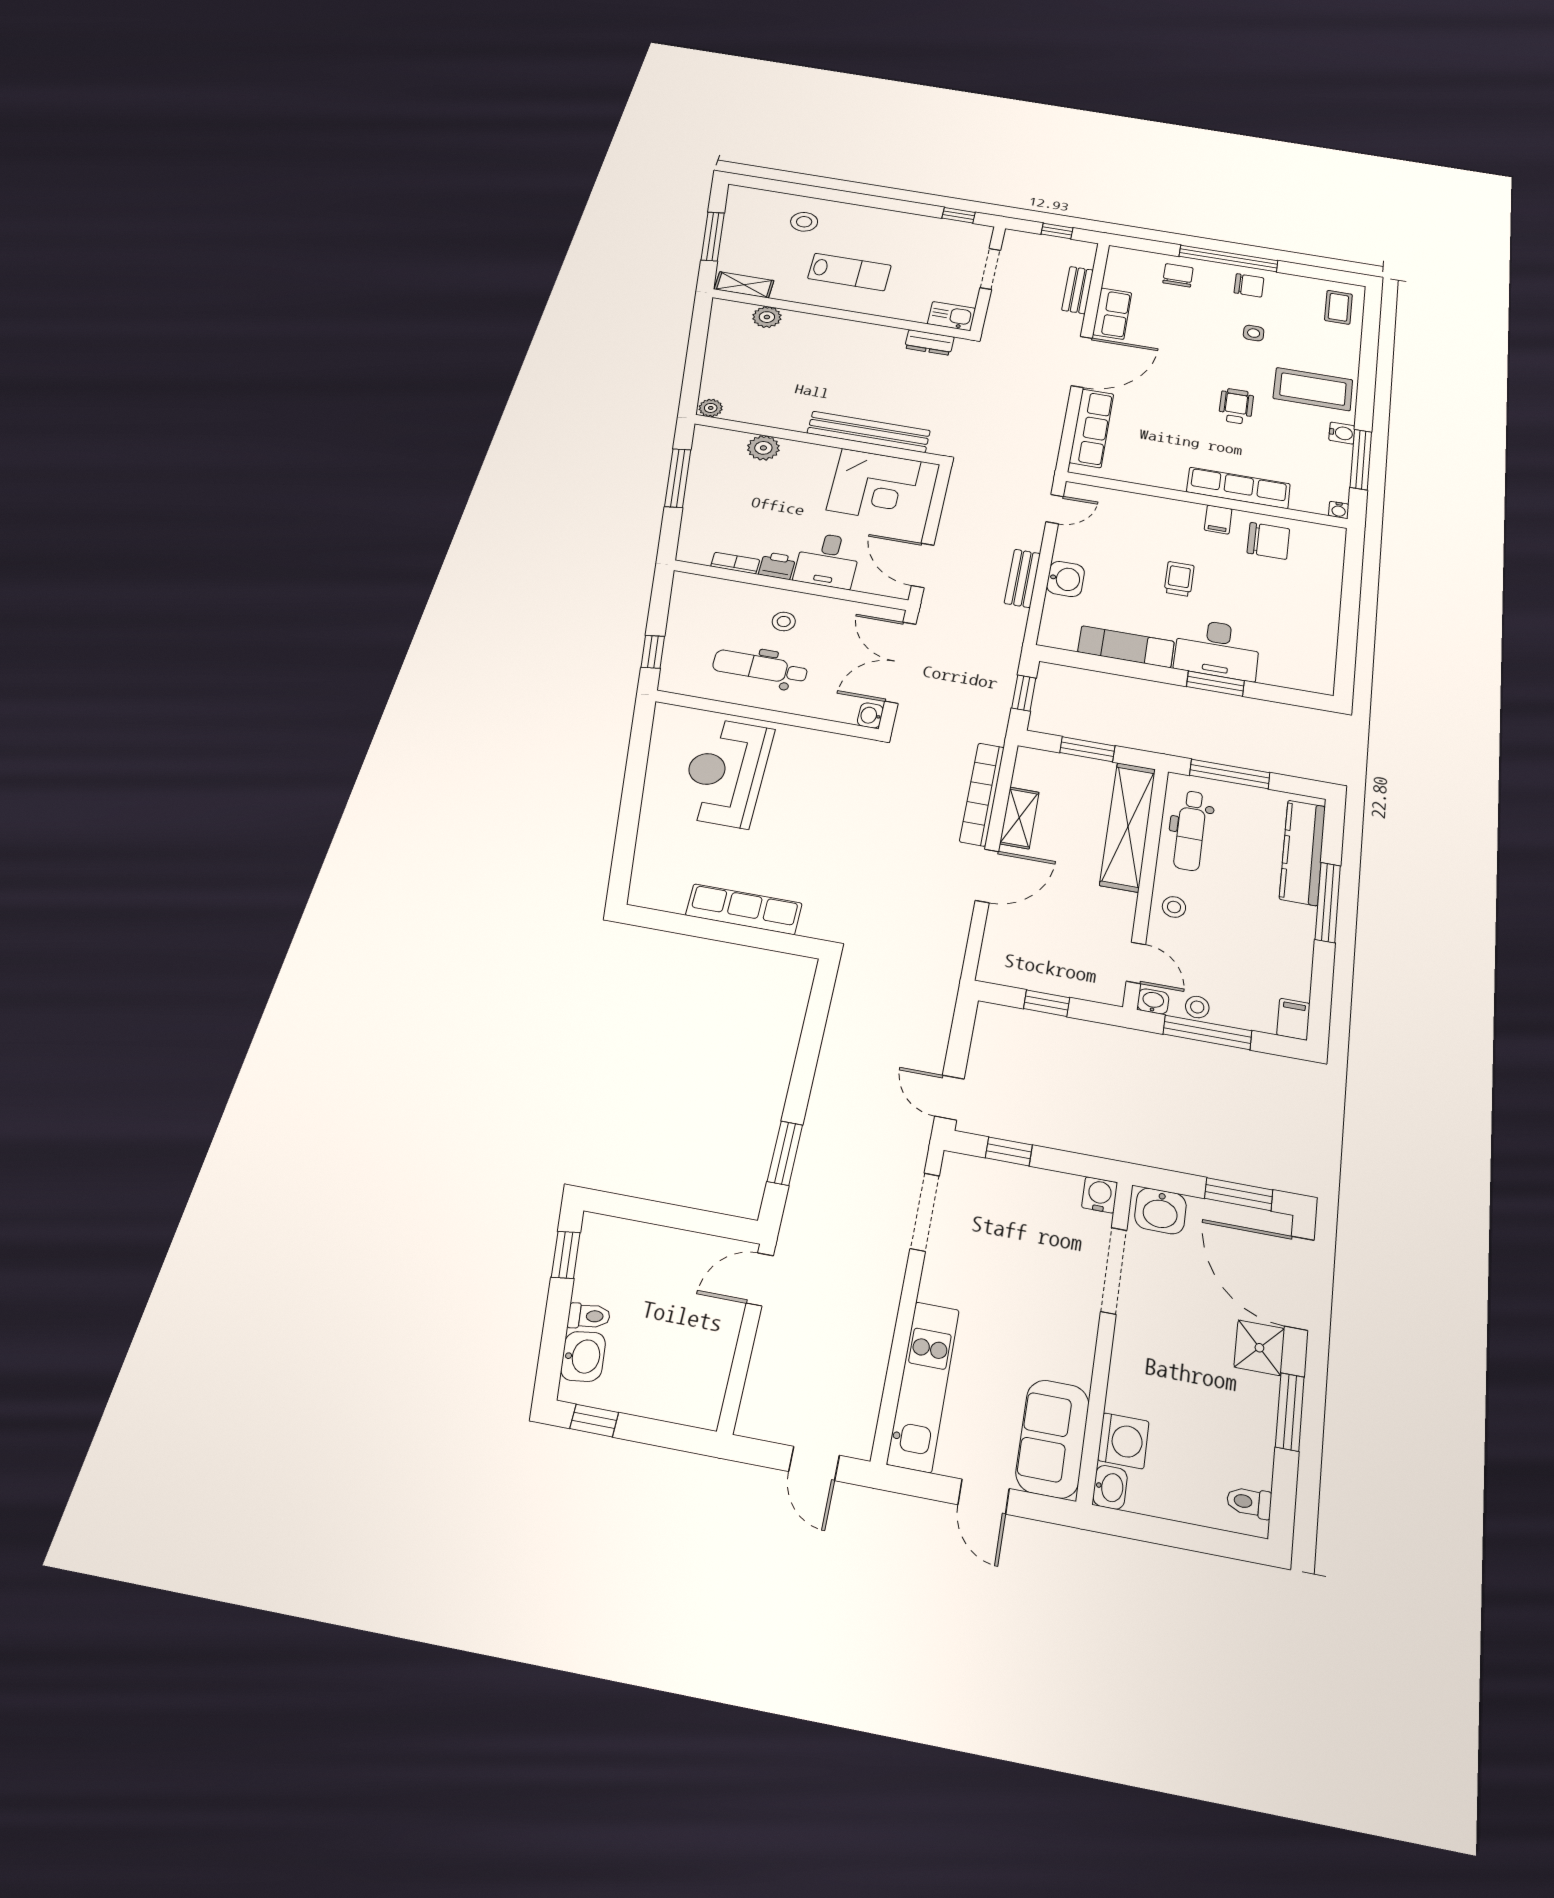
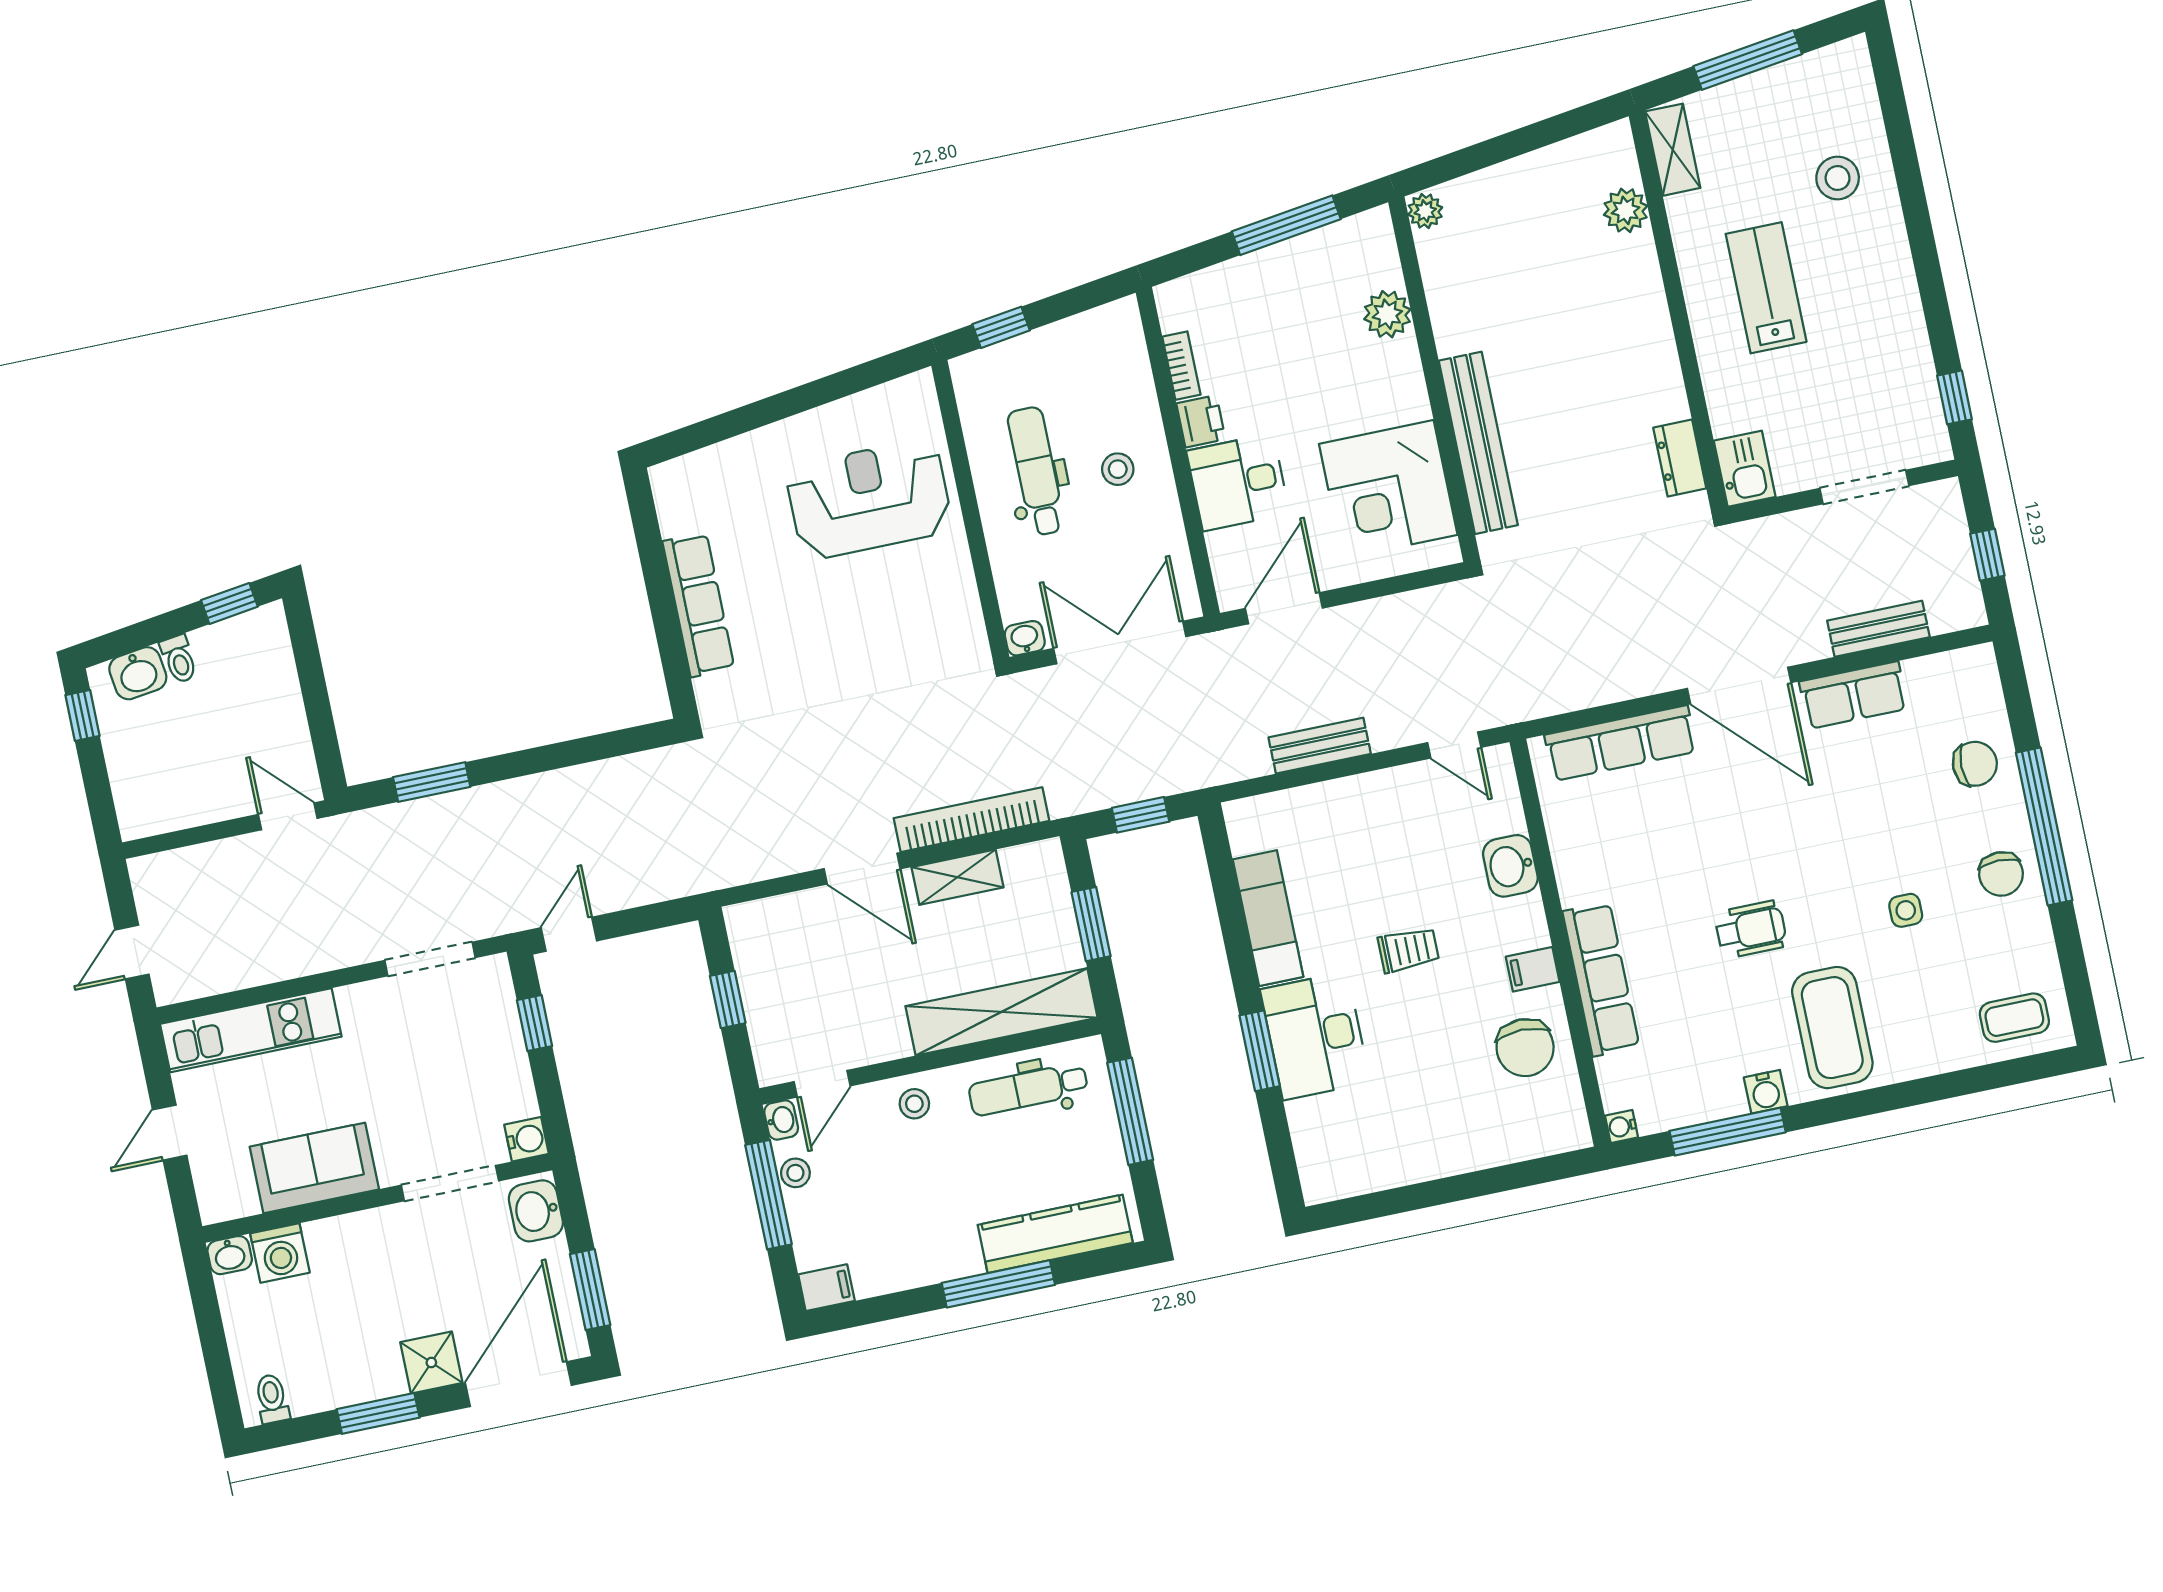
lab bench: (850, 272) -> (1766, 288), turned 180
washbasin: (1066, 579) -> (1510, 866), moved, turned 90
sofa: (1053, 1438) -> (314, 1168), moved

